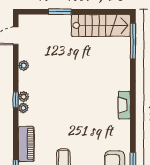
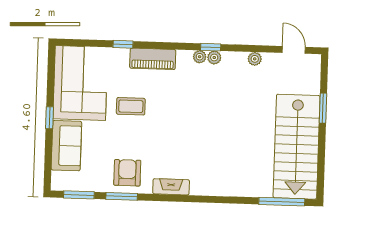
stairs: (101, 25) -> (297, 147), width x1.36, depth x1.51
fireplace: (124, 105) -> (171, 187), moved

